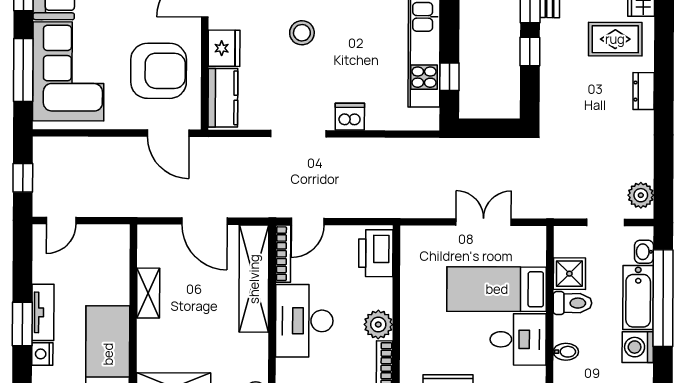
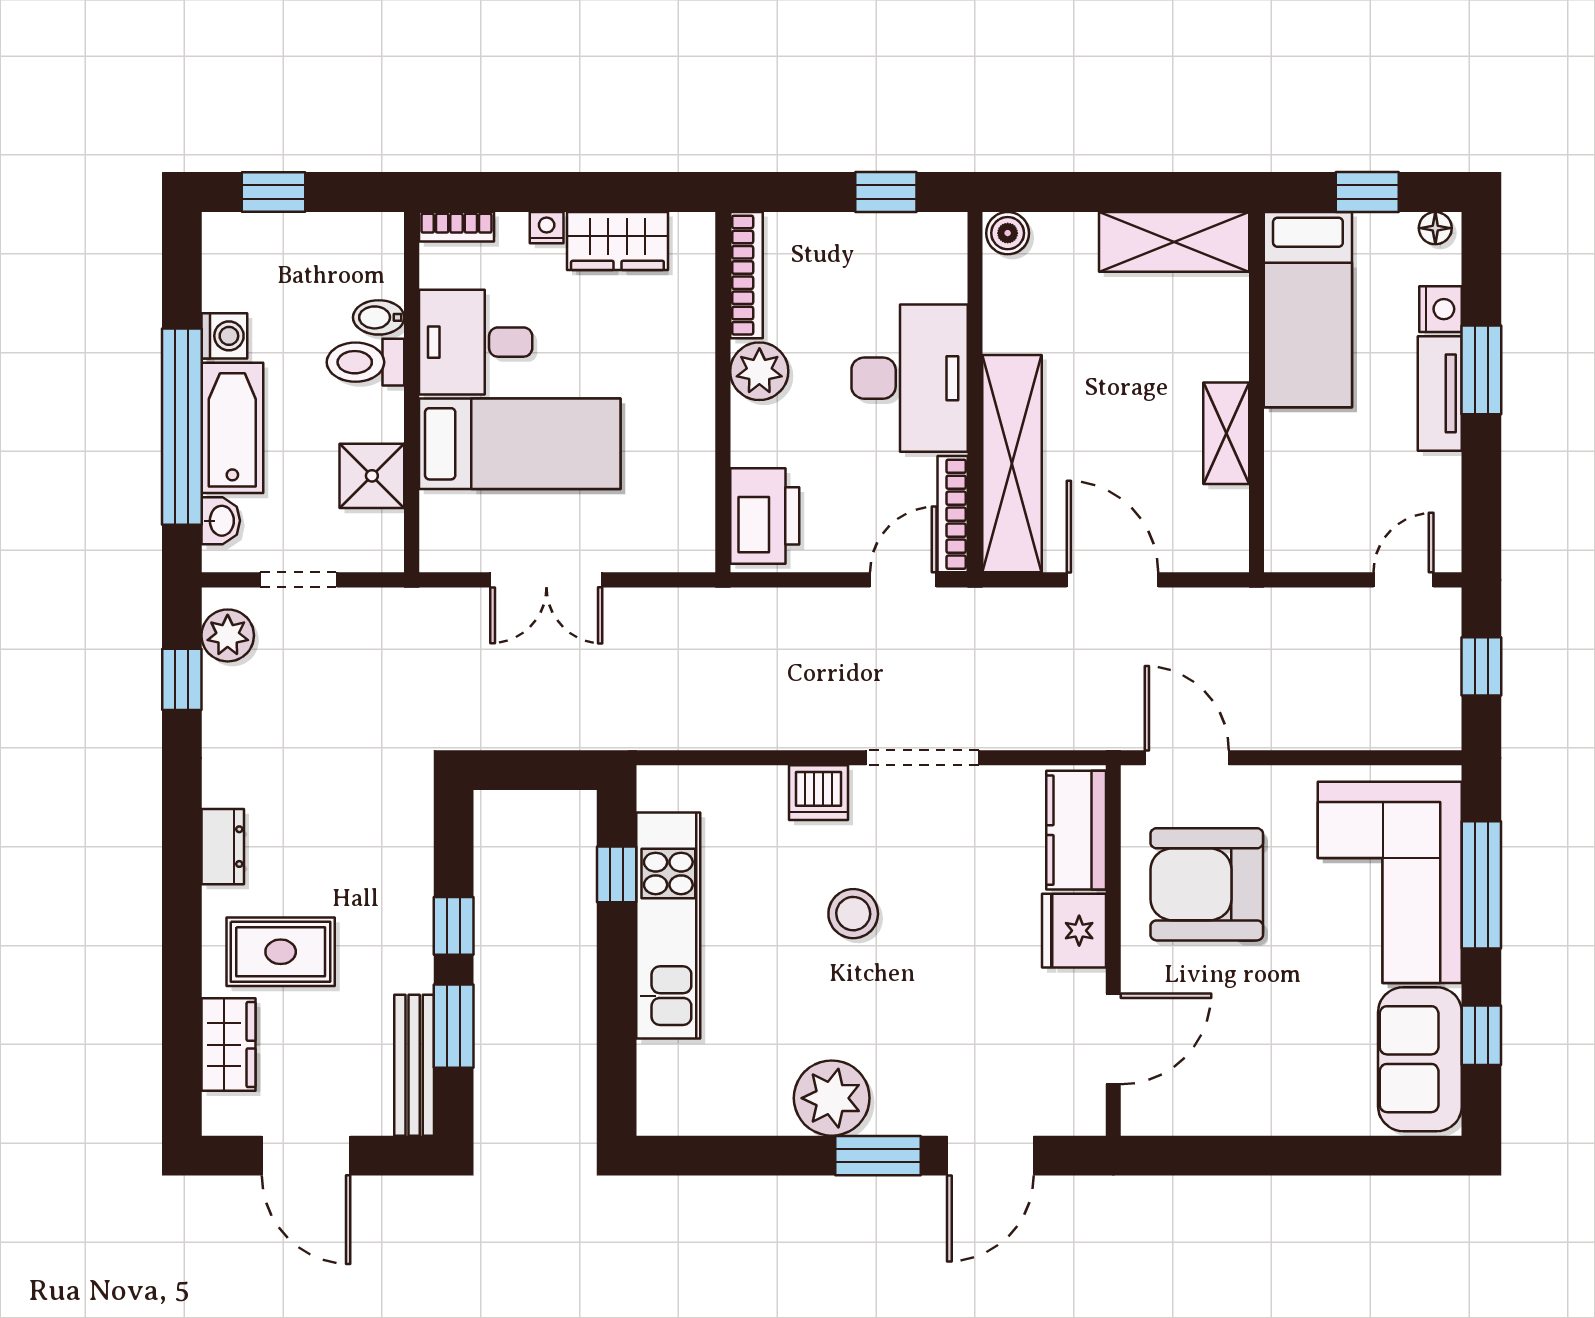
stool: (302, 33) -> (853, 914), moved
window: (663, 174) -> (182, 679), added
toilet: (572, 303) -> (366, 362), moved
washing machine: (638, 347) -> (224, 336), width x0.73, depth x0.73

